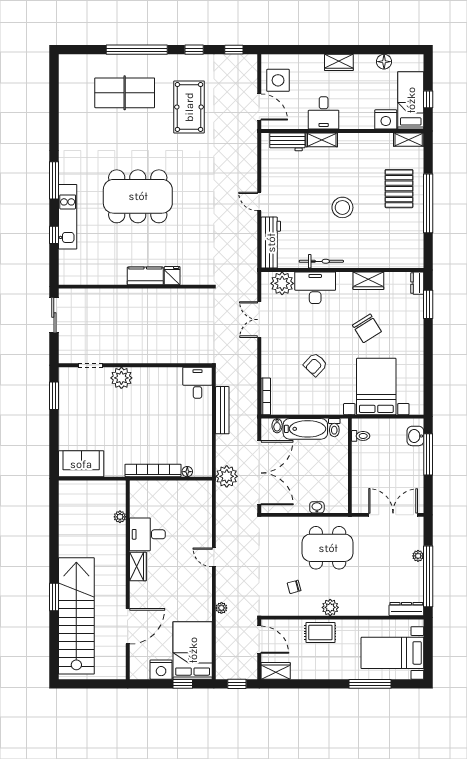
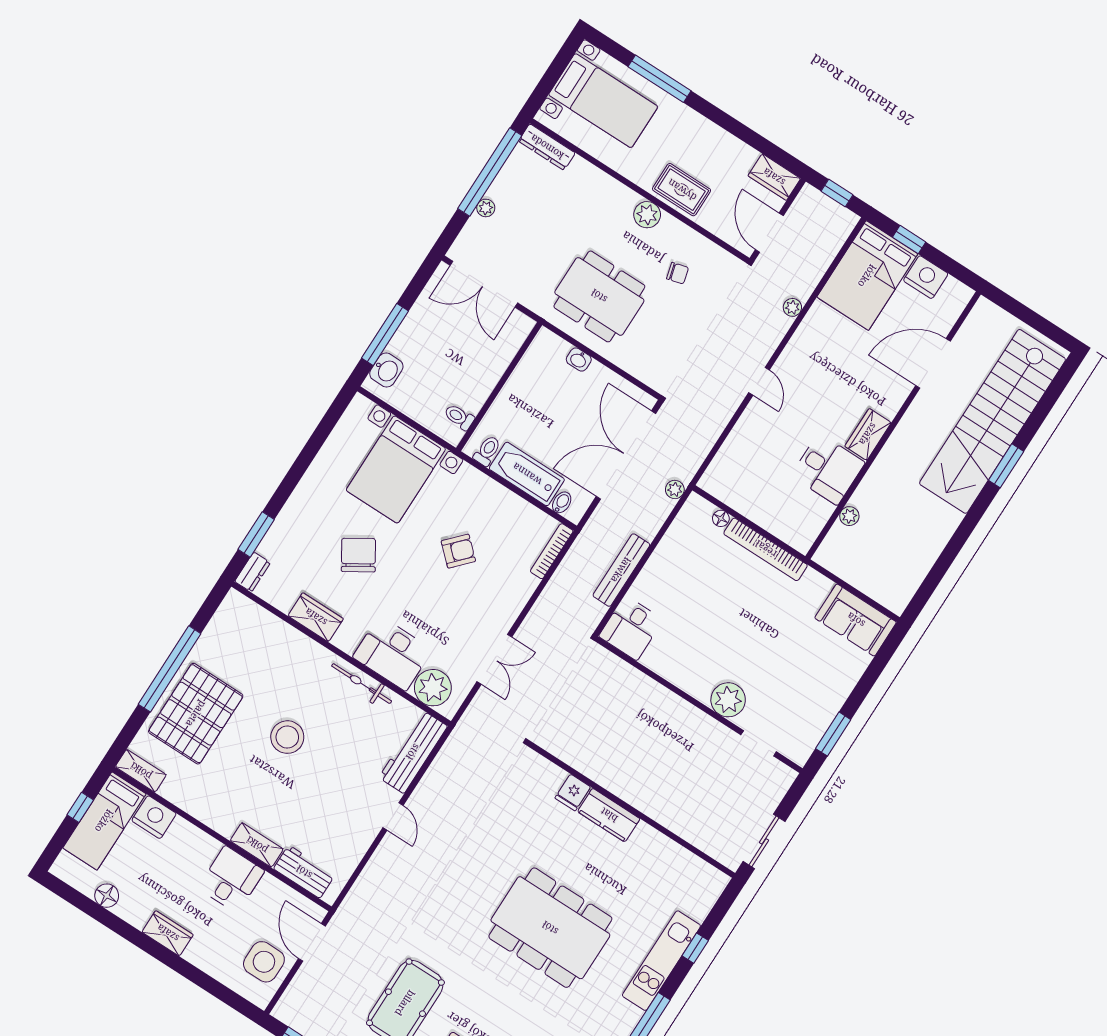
pallet: (399, 189) -> (196, 714), width x1.37, depth x1.41
plant: (227, 476) -> (675, 489), width x0.53, depth x0.53

